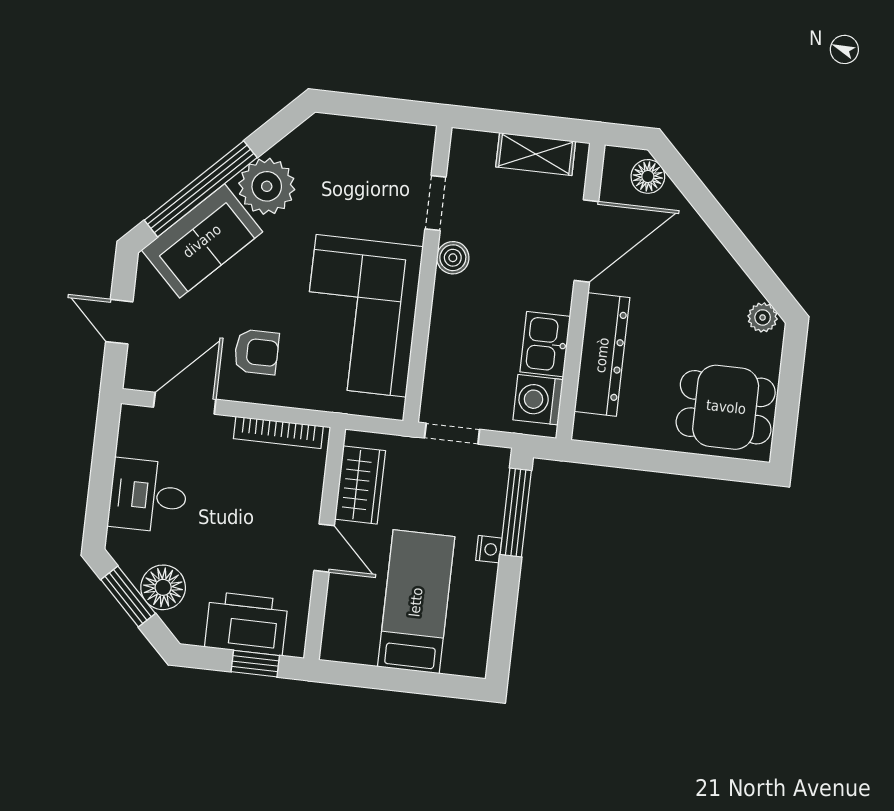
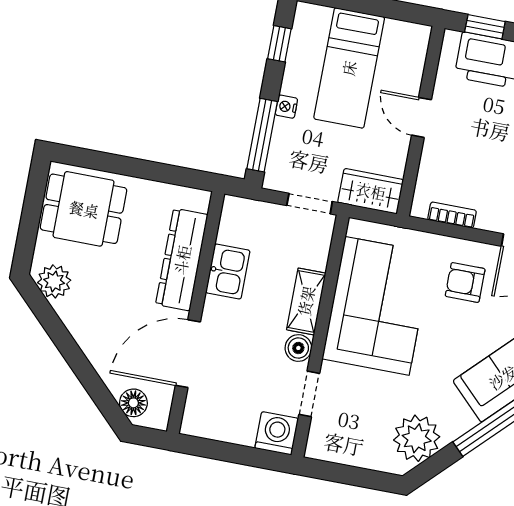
shelving: (536, 154) -> (306, 301), moved, turned 90
plant: (267, 186) -> (417, 438), moved
plant: (763, 317) -> (54, 281), width x1.38, depth x1.38
washing machine: (538, 400) -> (277, 433), moved, turned -90
bookcase: (278, 432) -> (452, 215), width x0.64
wardrobe: (360, 485) -> (371, 191), moved, turned 90
window: (503, 625) -> (279, 44), added

